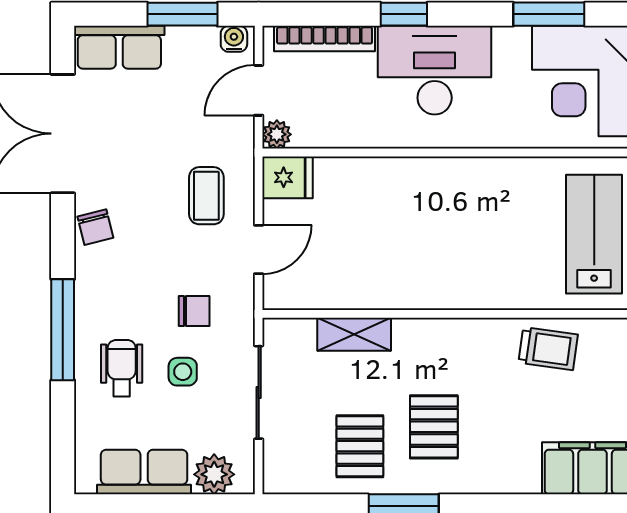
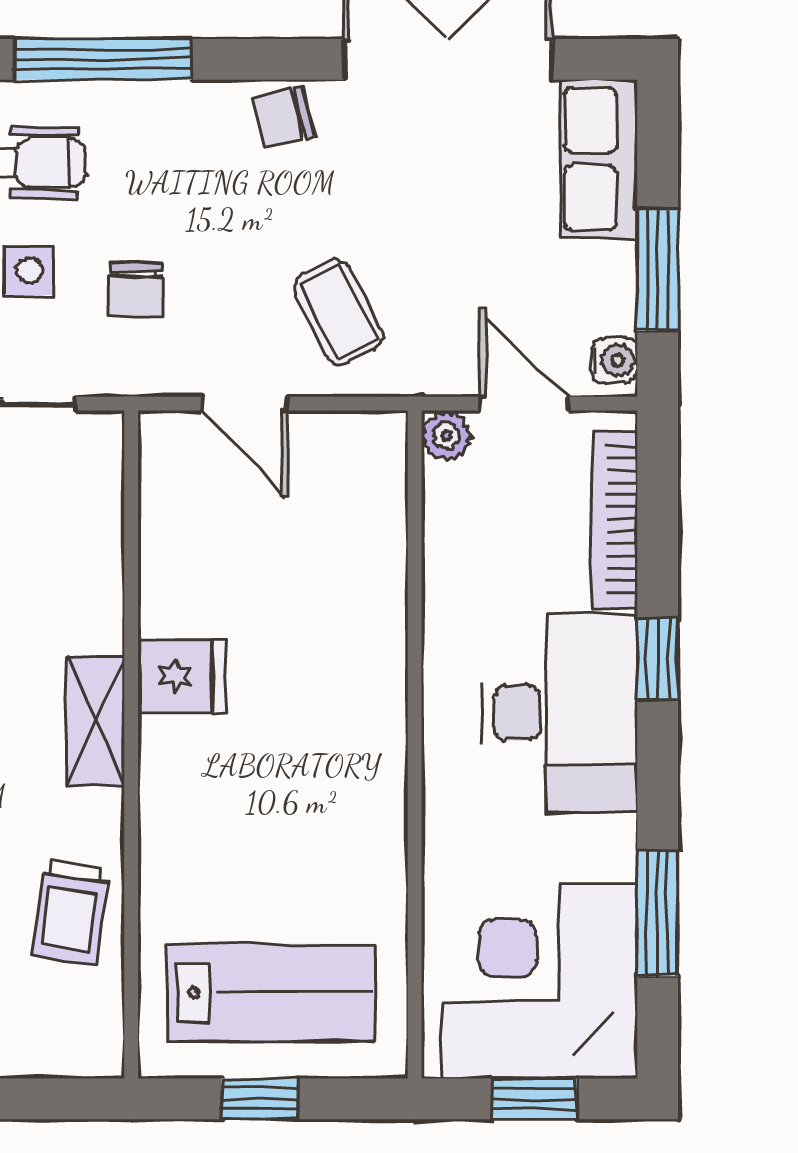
fridge: (288, 177) -> (182, 676), moved, turned -90
coffee table: (206, 196) -> (339, 312), turned 63
shelving: (354, 334) -> (95, 721), moved

